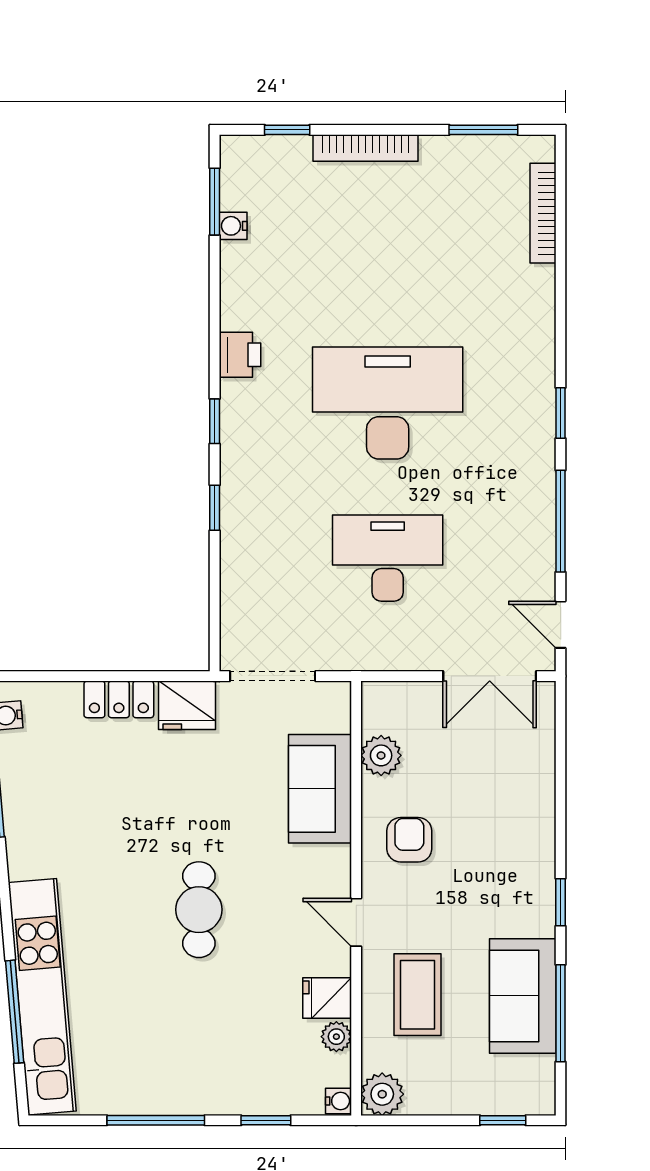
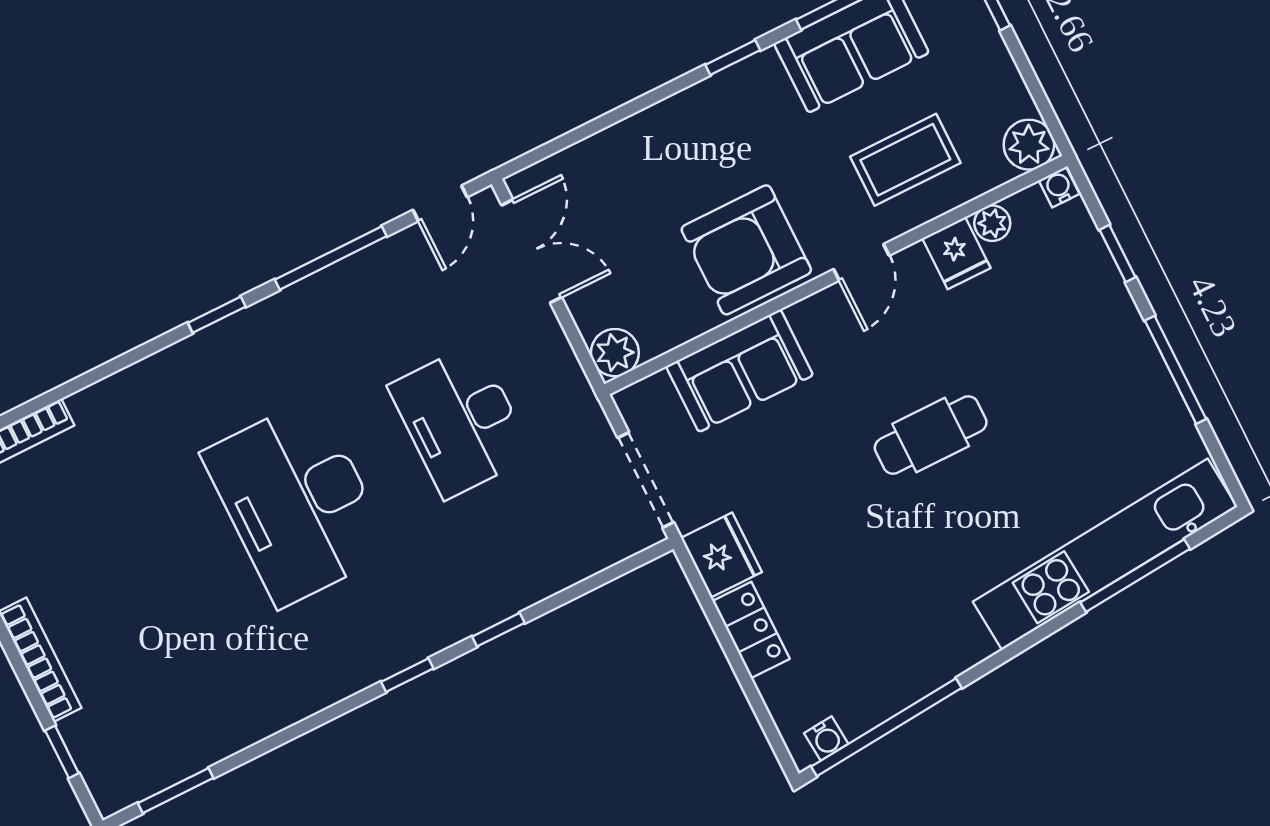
water cooler: (233, 226) -> (191, 758), removed
printer: (240, 355) -> (324, 683), removed
plant: (381, 755) -> (615, 353), moved
armchair: (409, 840) -> (746, 250), width x1.88, depth x1.88

